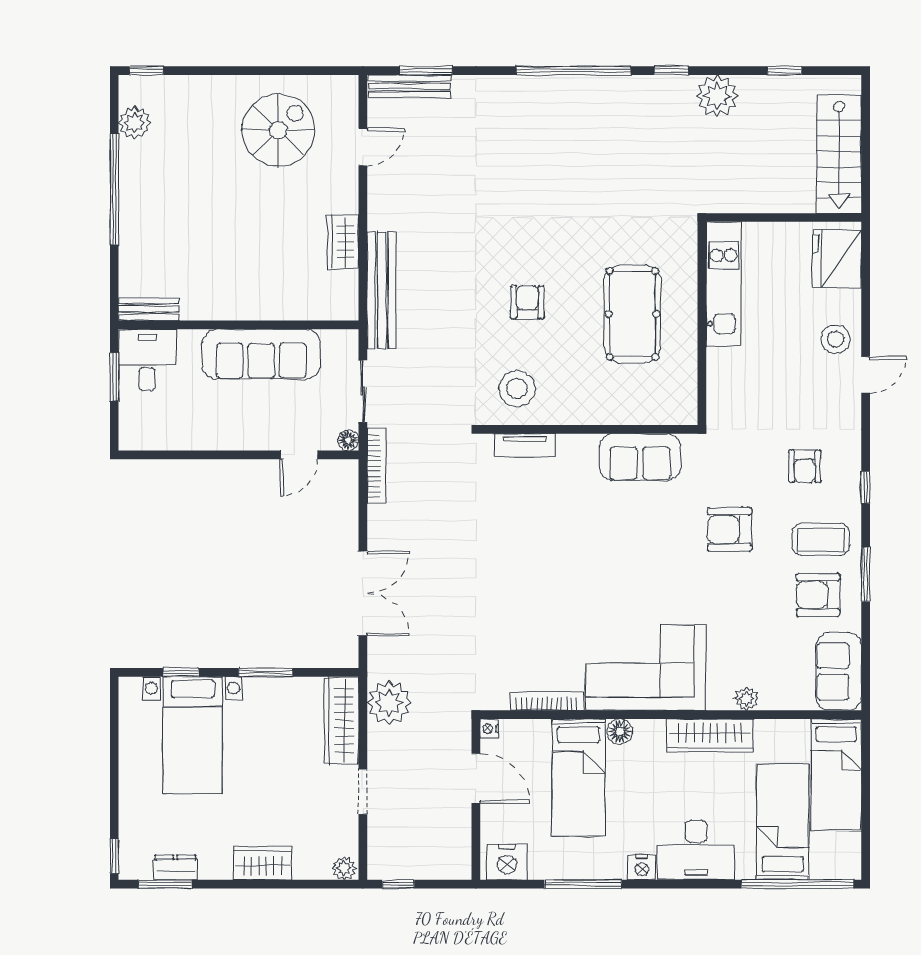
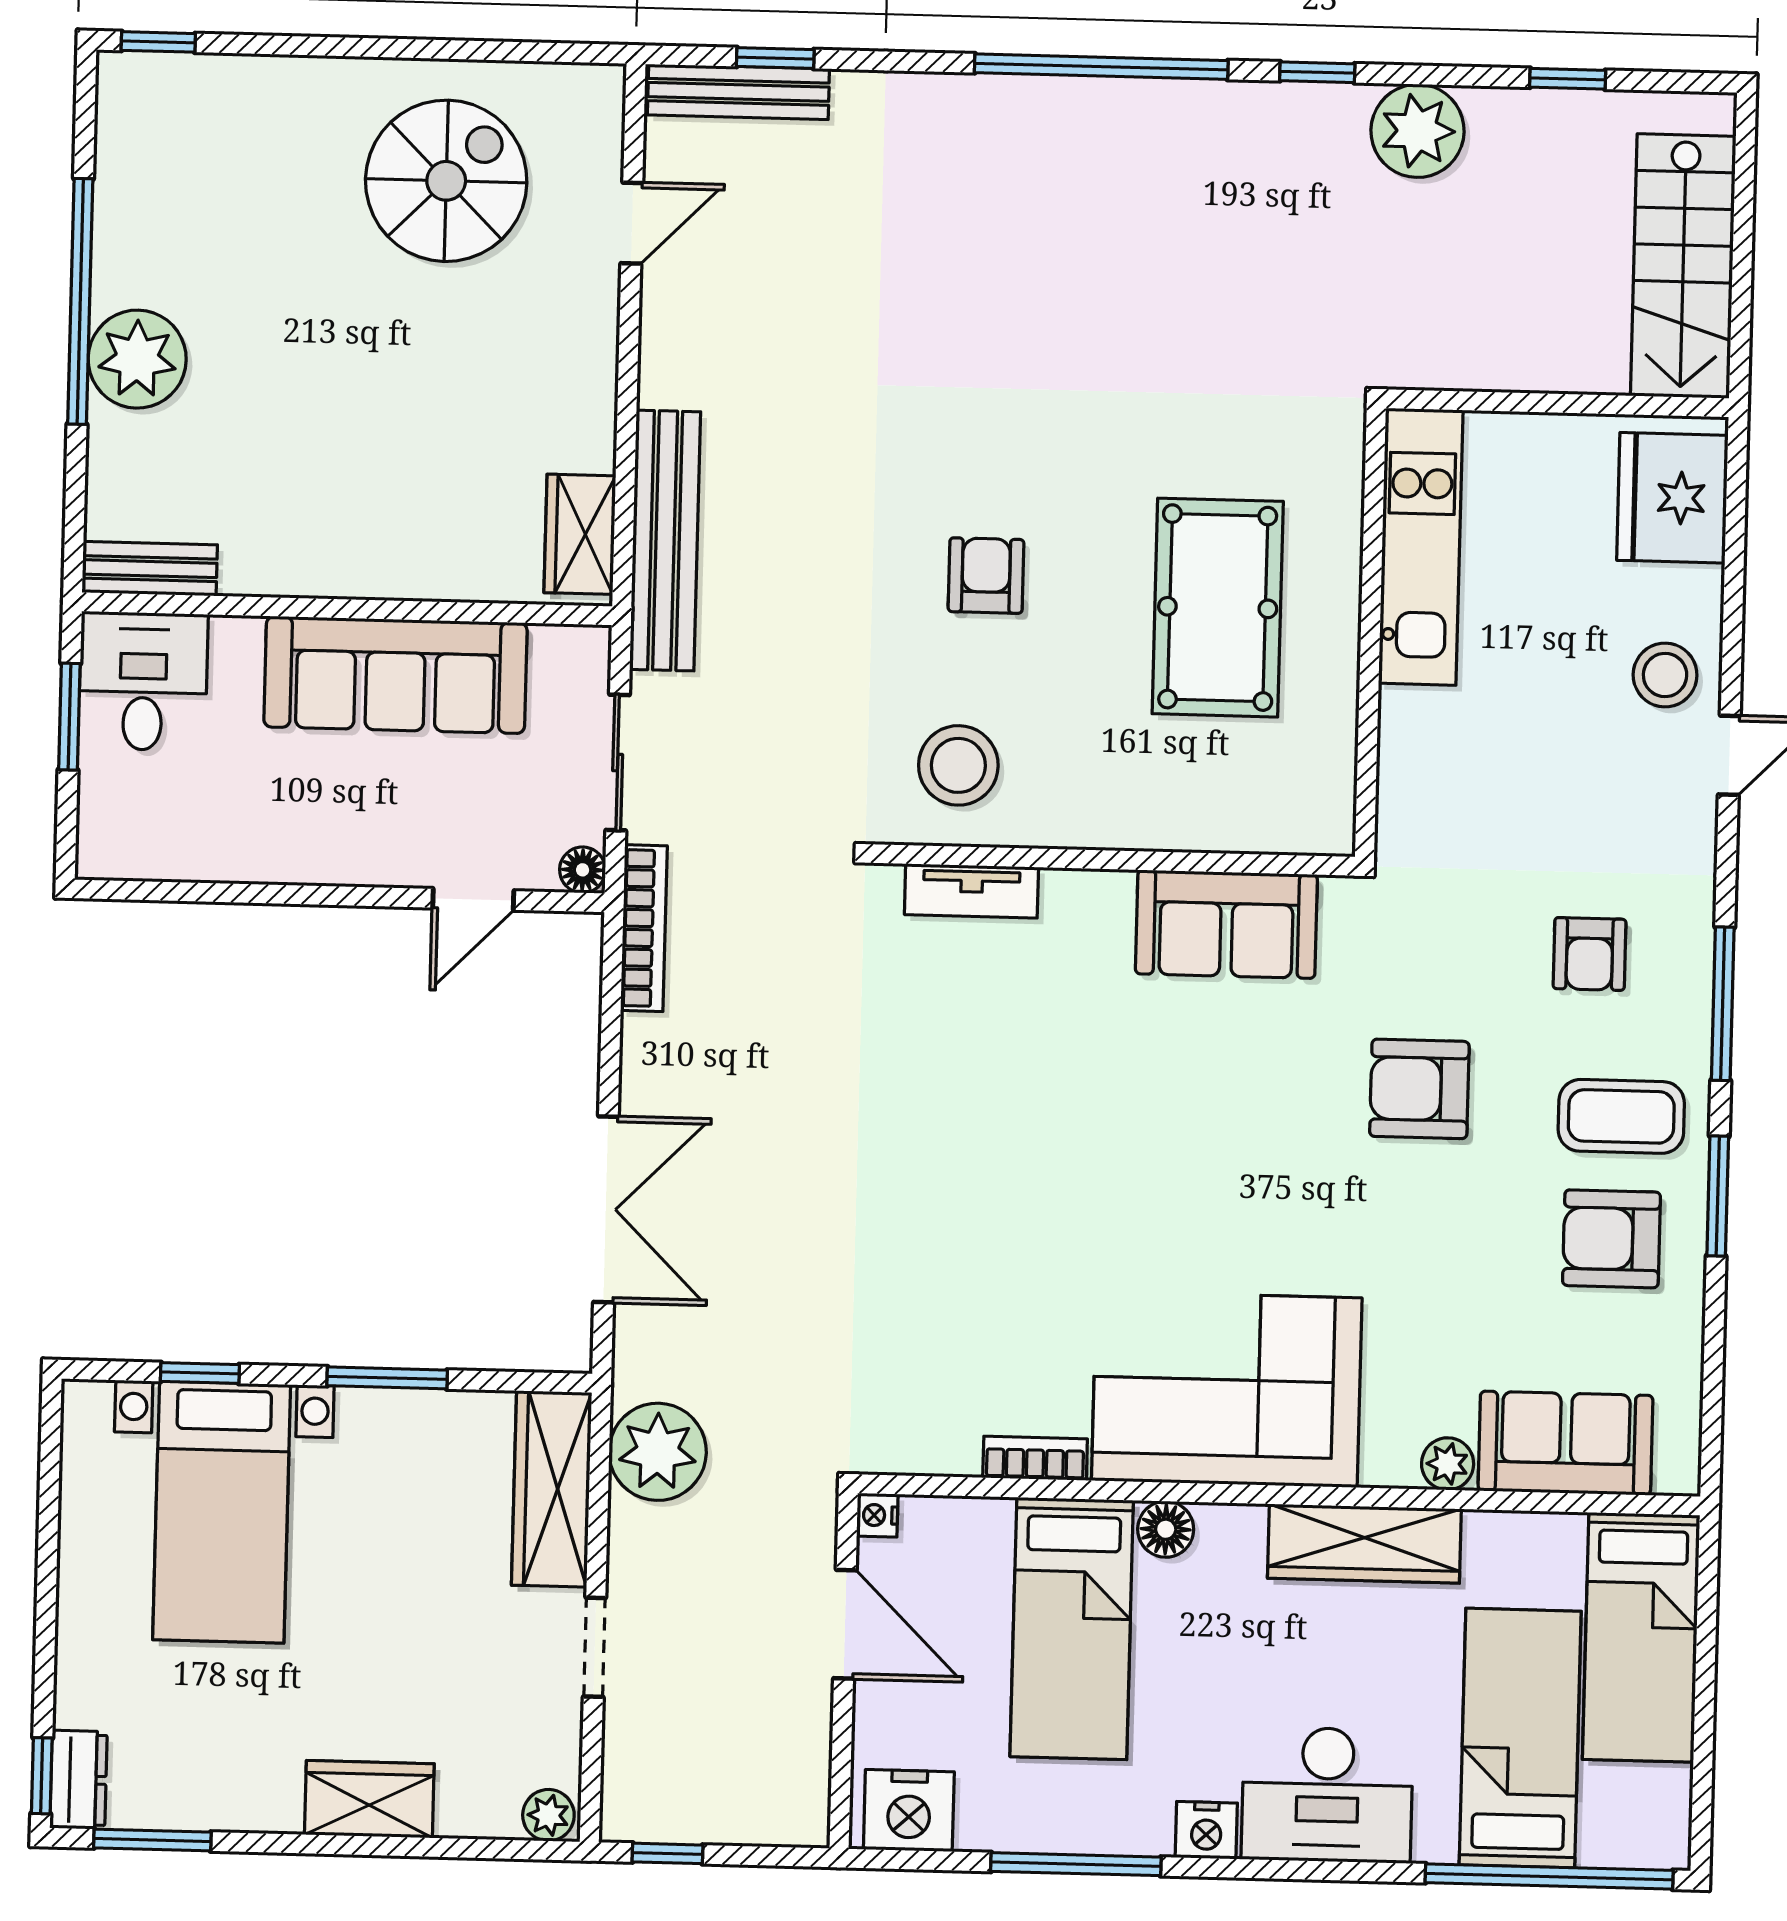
window: (426, 71) -> (775, 58), width x0.67
plant: (135, 123) -> (137, 359), moved, width x1.36, depth x1.36
wardrobe: (343, 242) -> (580, 534), moved
window: (866, 487) -> (1723, 1004), width x2.17
sofa: (839, 671) -> (1565, 1443), moved, turned 90
bookcase: (547, 701) -> (1035, 1458), width x0.64
dresser: (175, 867) -> (78, 1780), moved, turned 90

